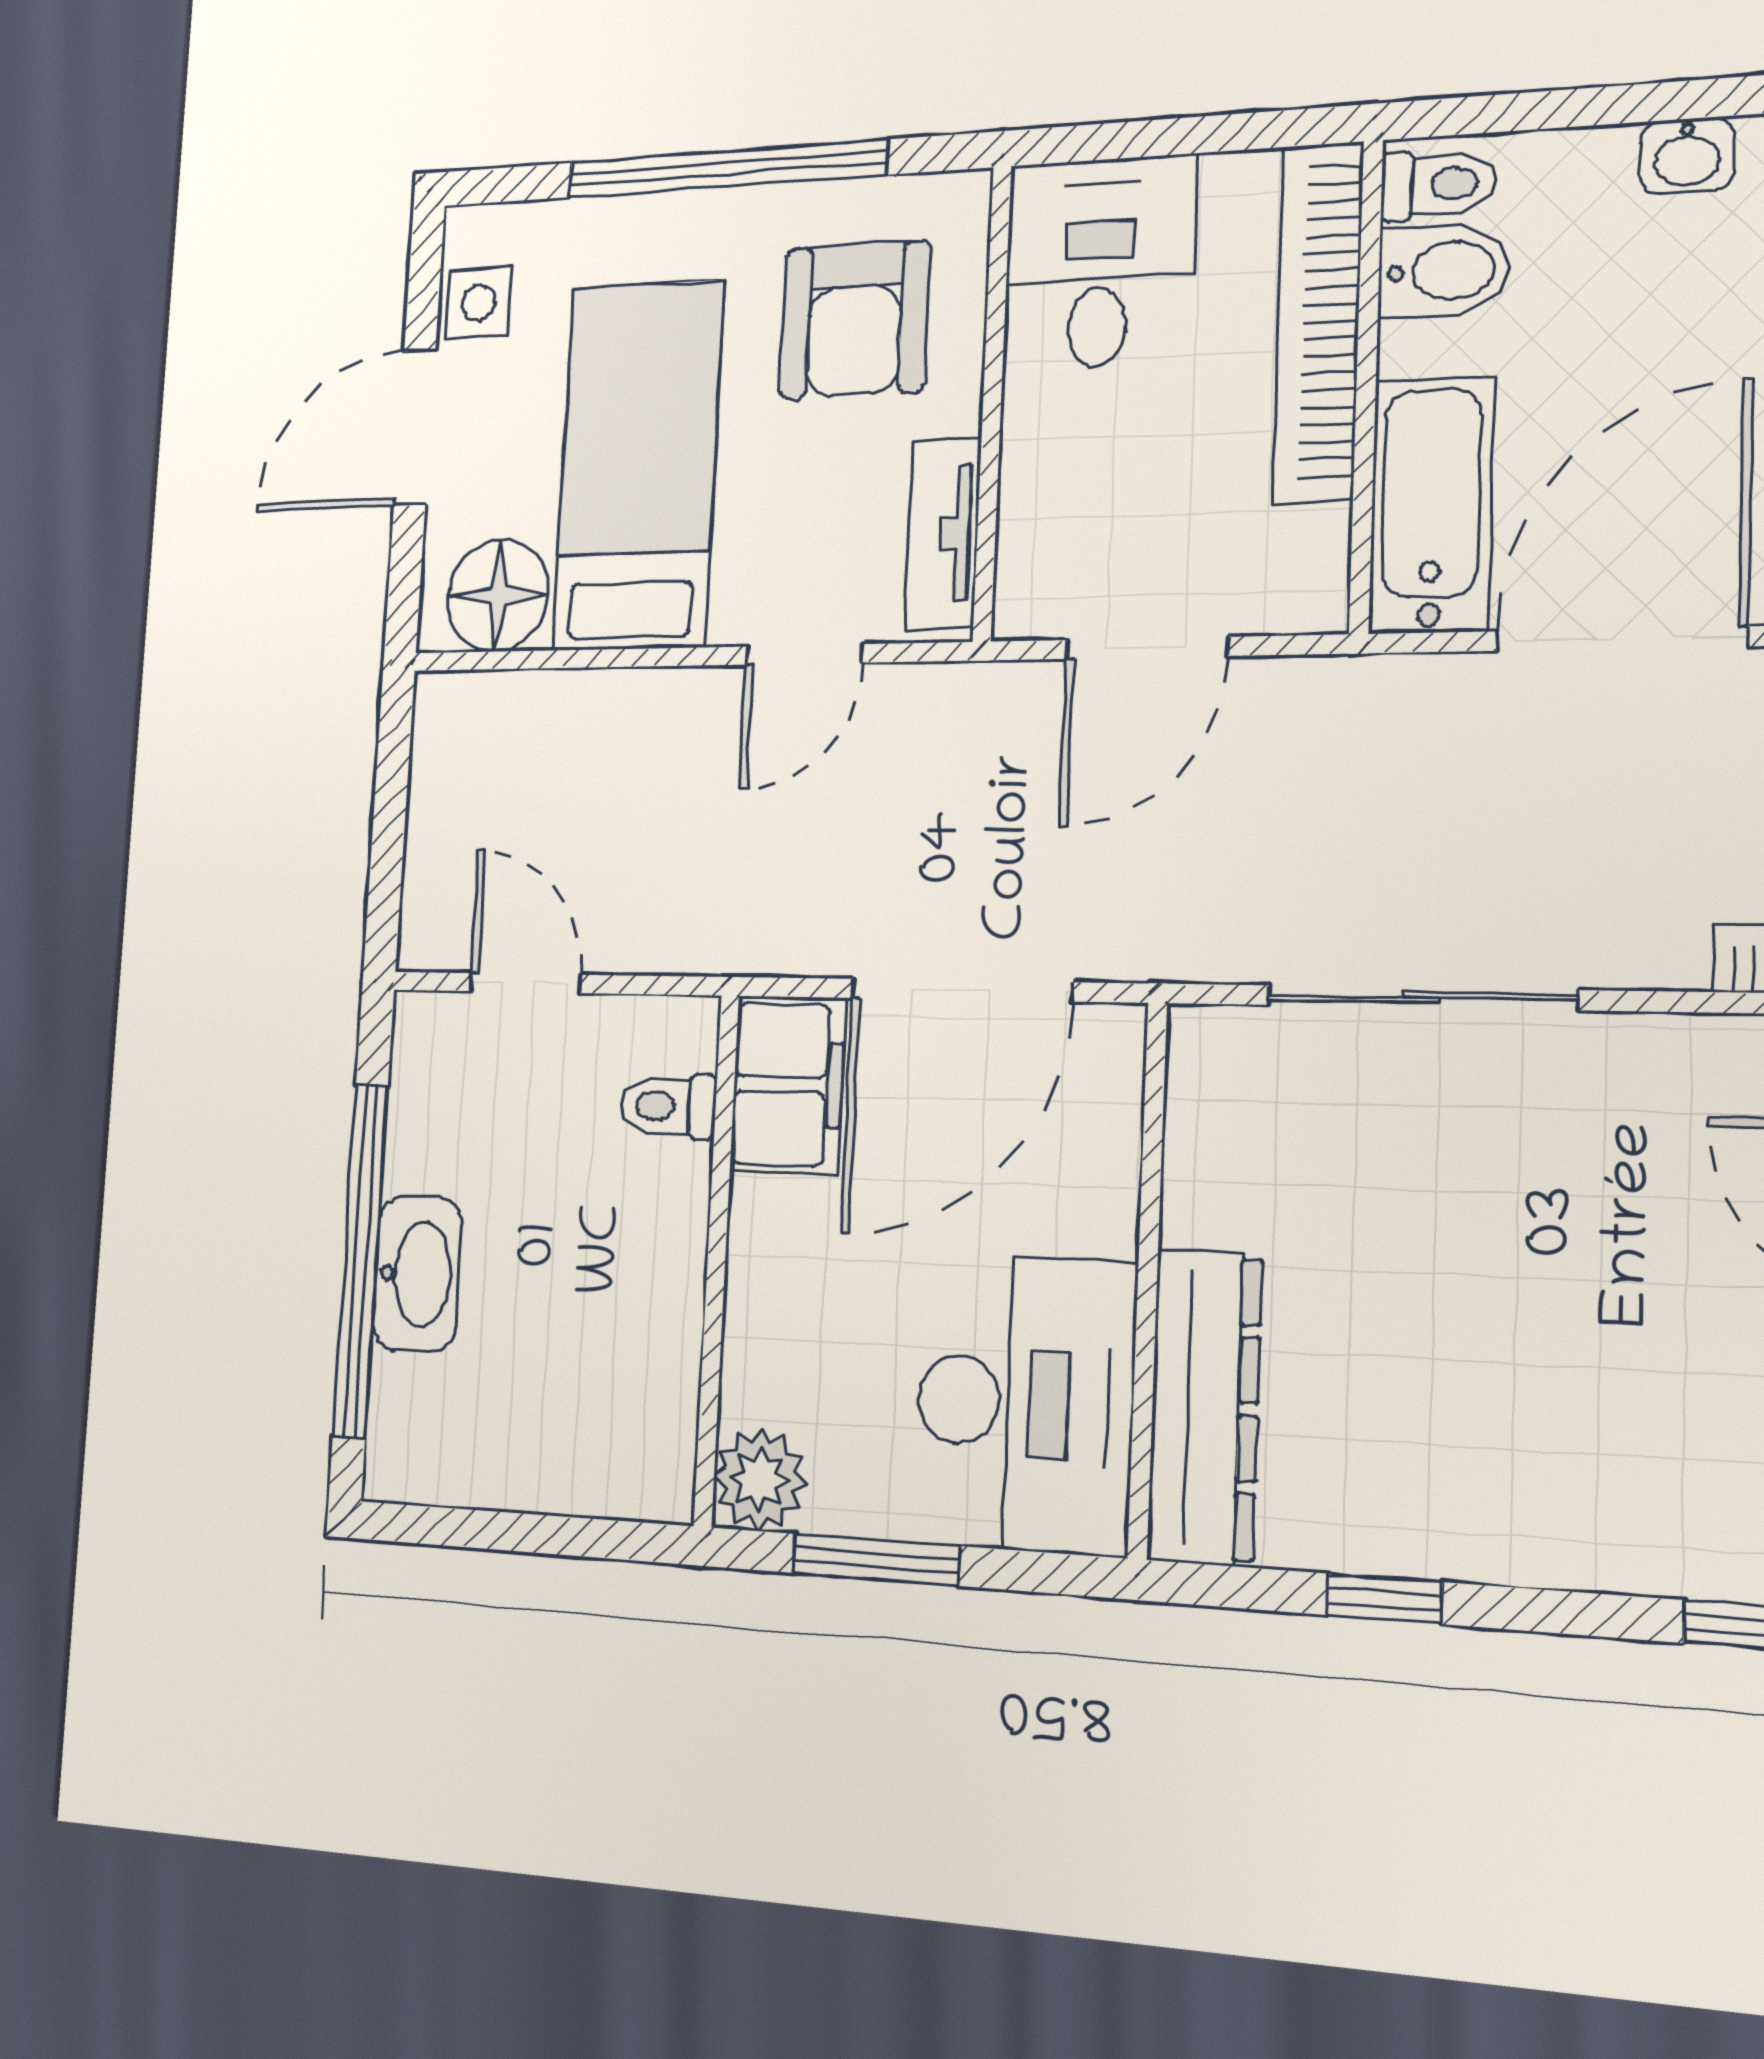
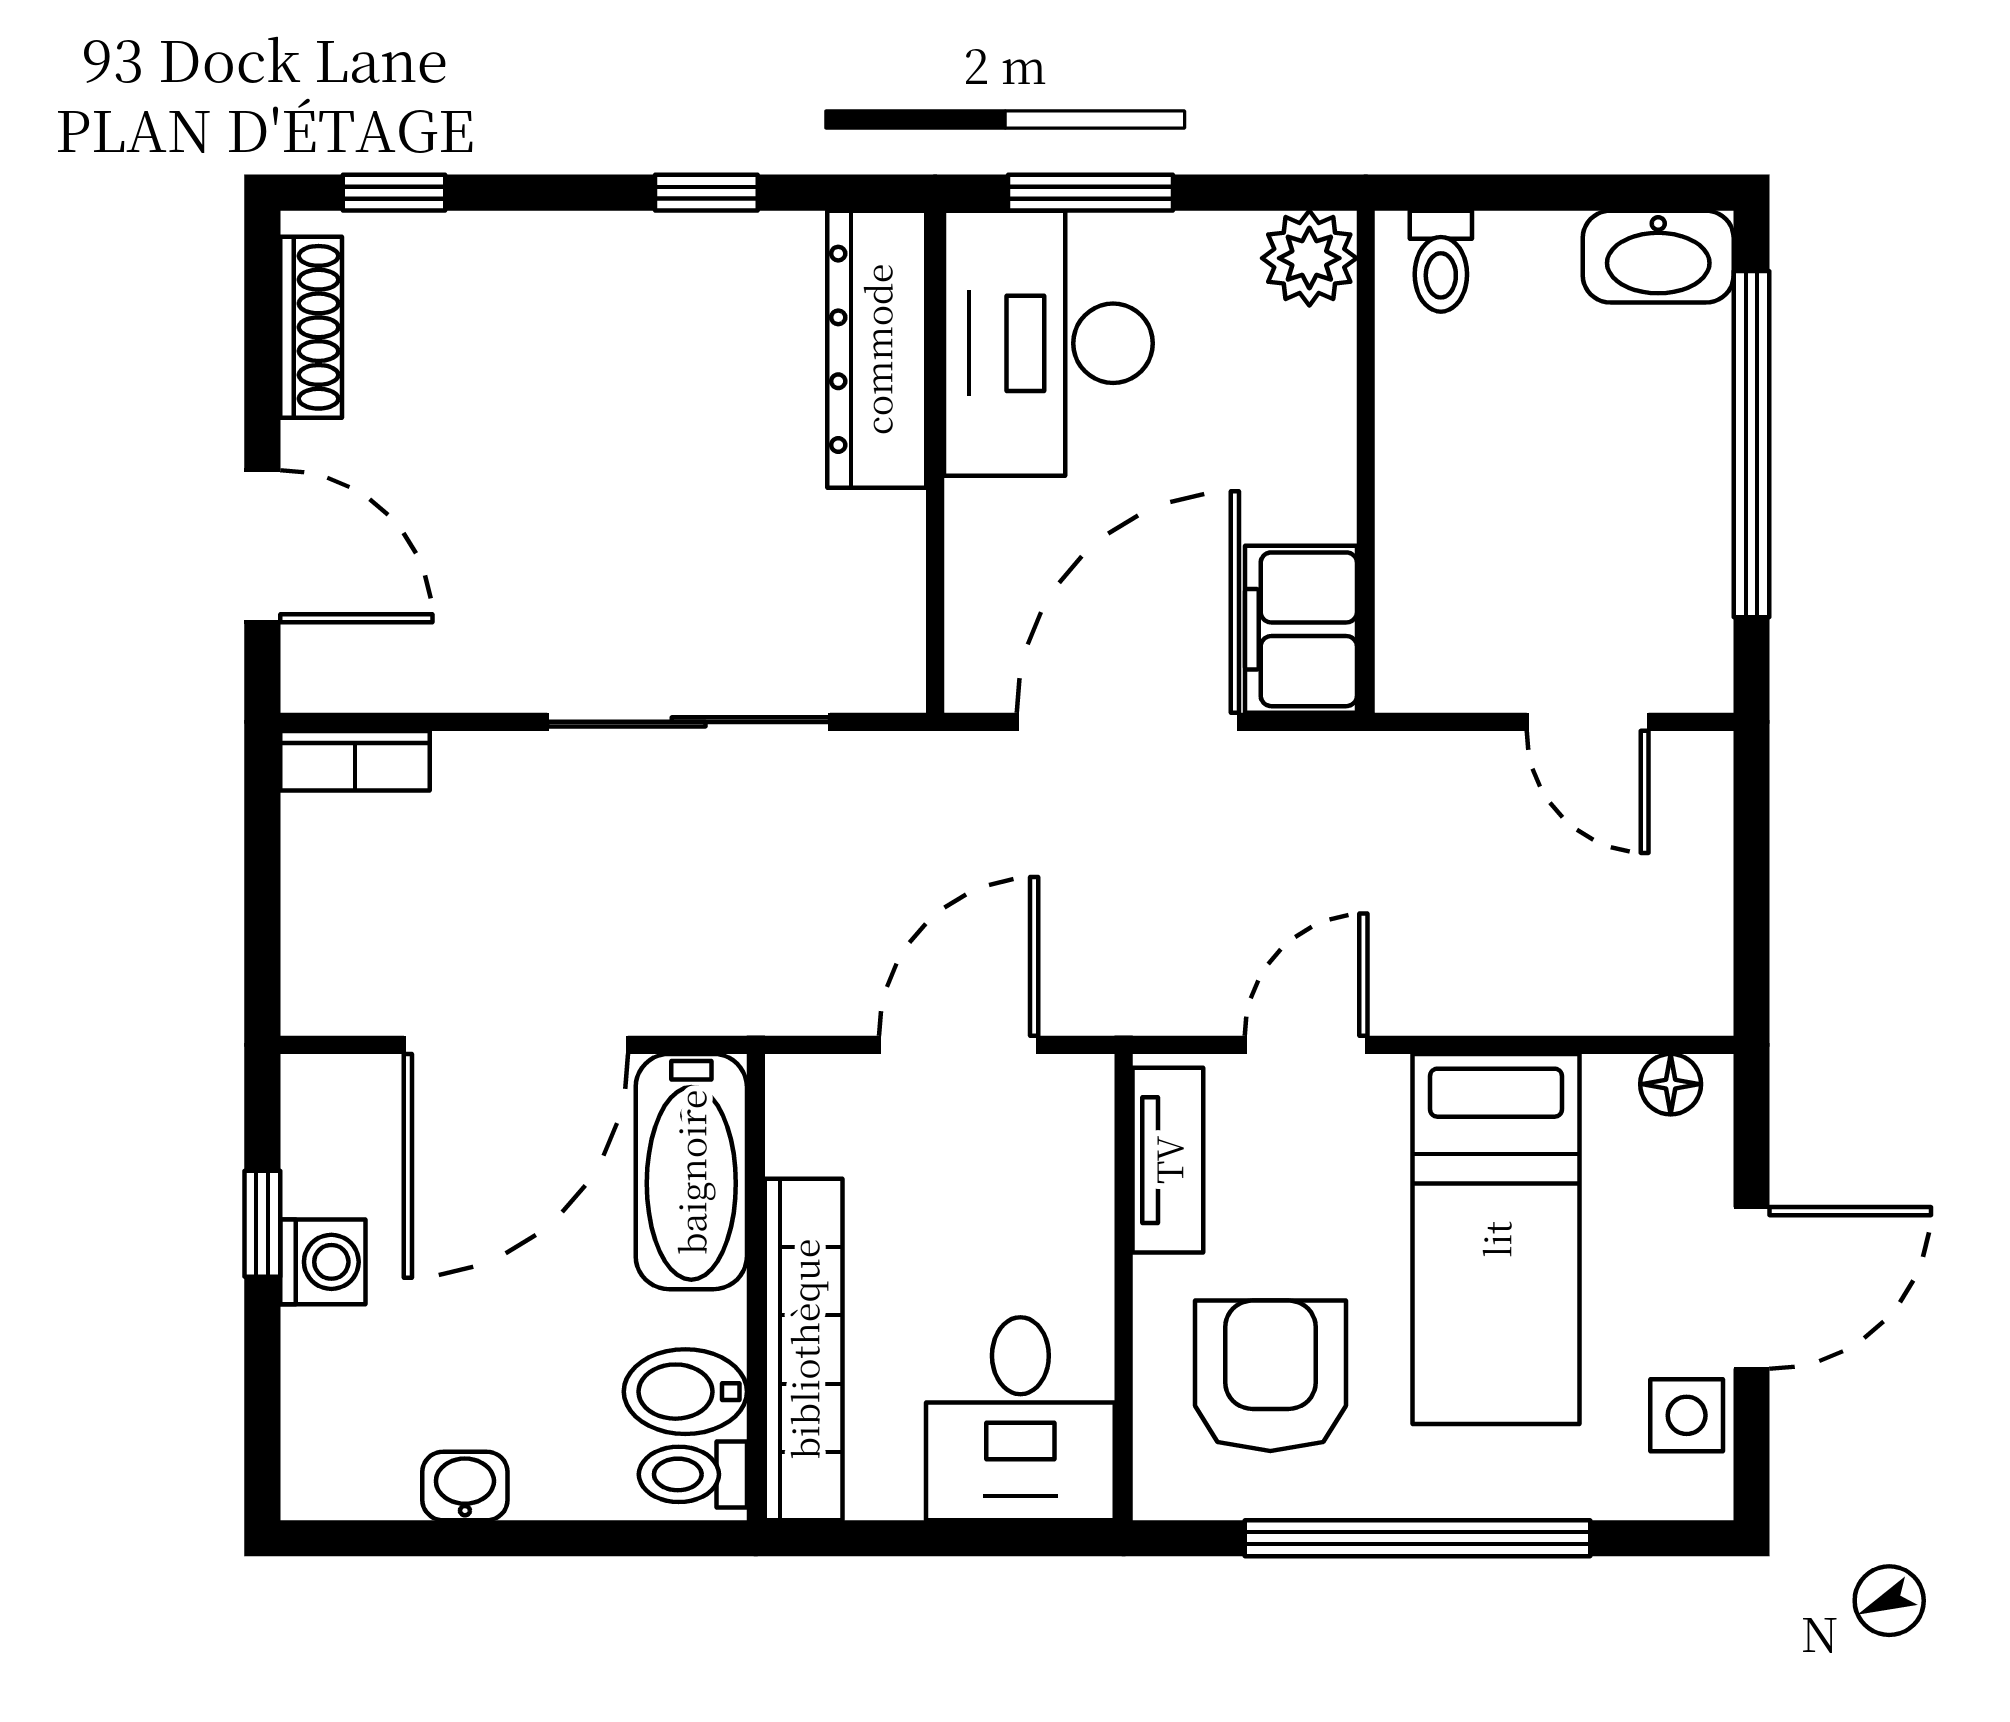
floor lamp: (498, 595) -> (1671, 1084), width x0.53, depth x0.53
toilet: (668, 1106) -> (1441, 261), moved, turned 90
washbasin: (417, 1274) -> (1658, 257), moved, turned -90
window: (876, 1560) -> (1091, 193), moved

